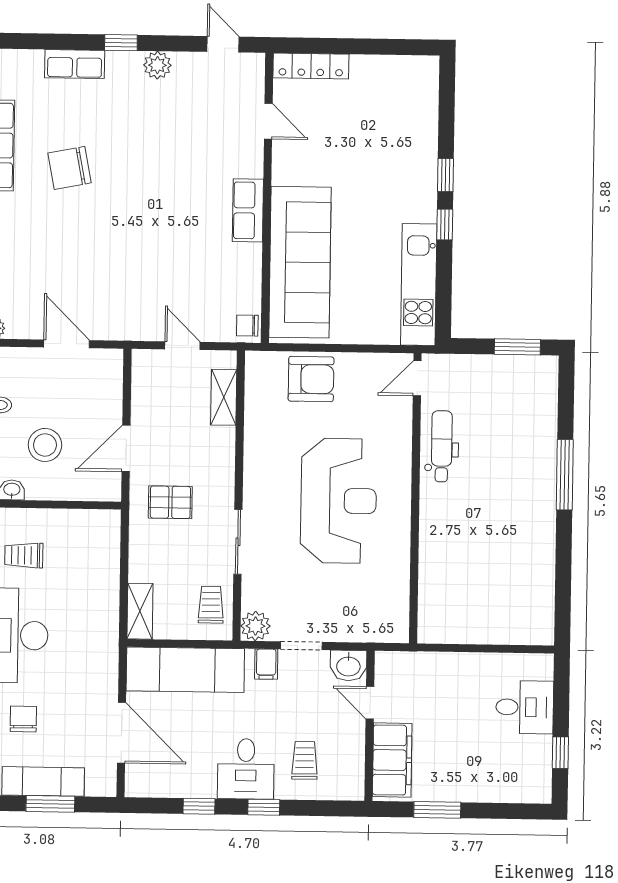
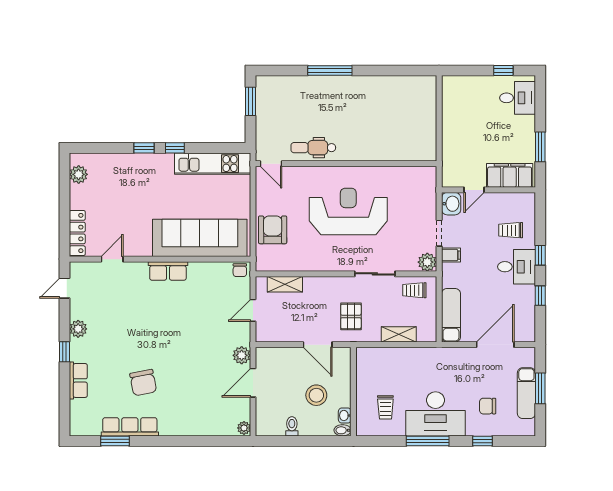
plant: (405, 70) -> (79, 174), added
plant: (111, 326) -> (242, 355), added
shelving: (140, 611) -> (399, 334), moved
exam couch: (185, 670) -> (451, 315), width x0.73, depth x0.69
desk: (525, 707) -> (518, 98), moved, turned 90

